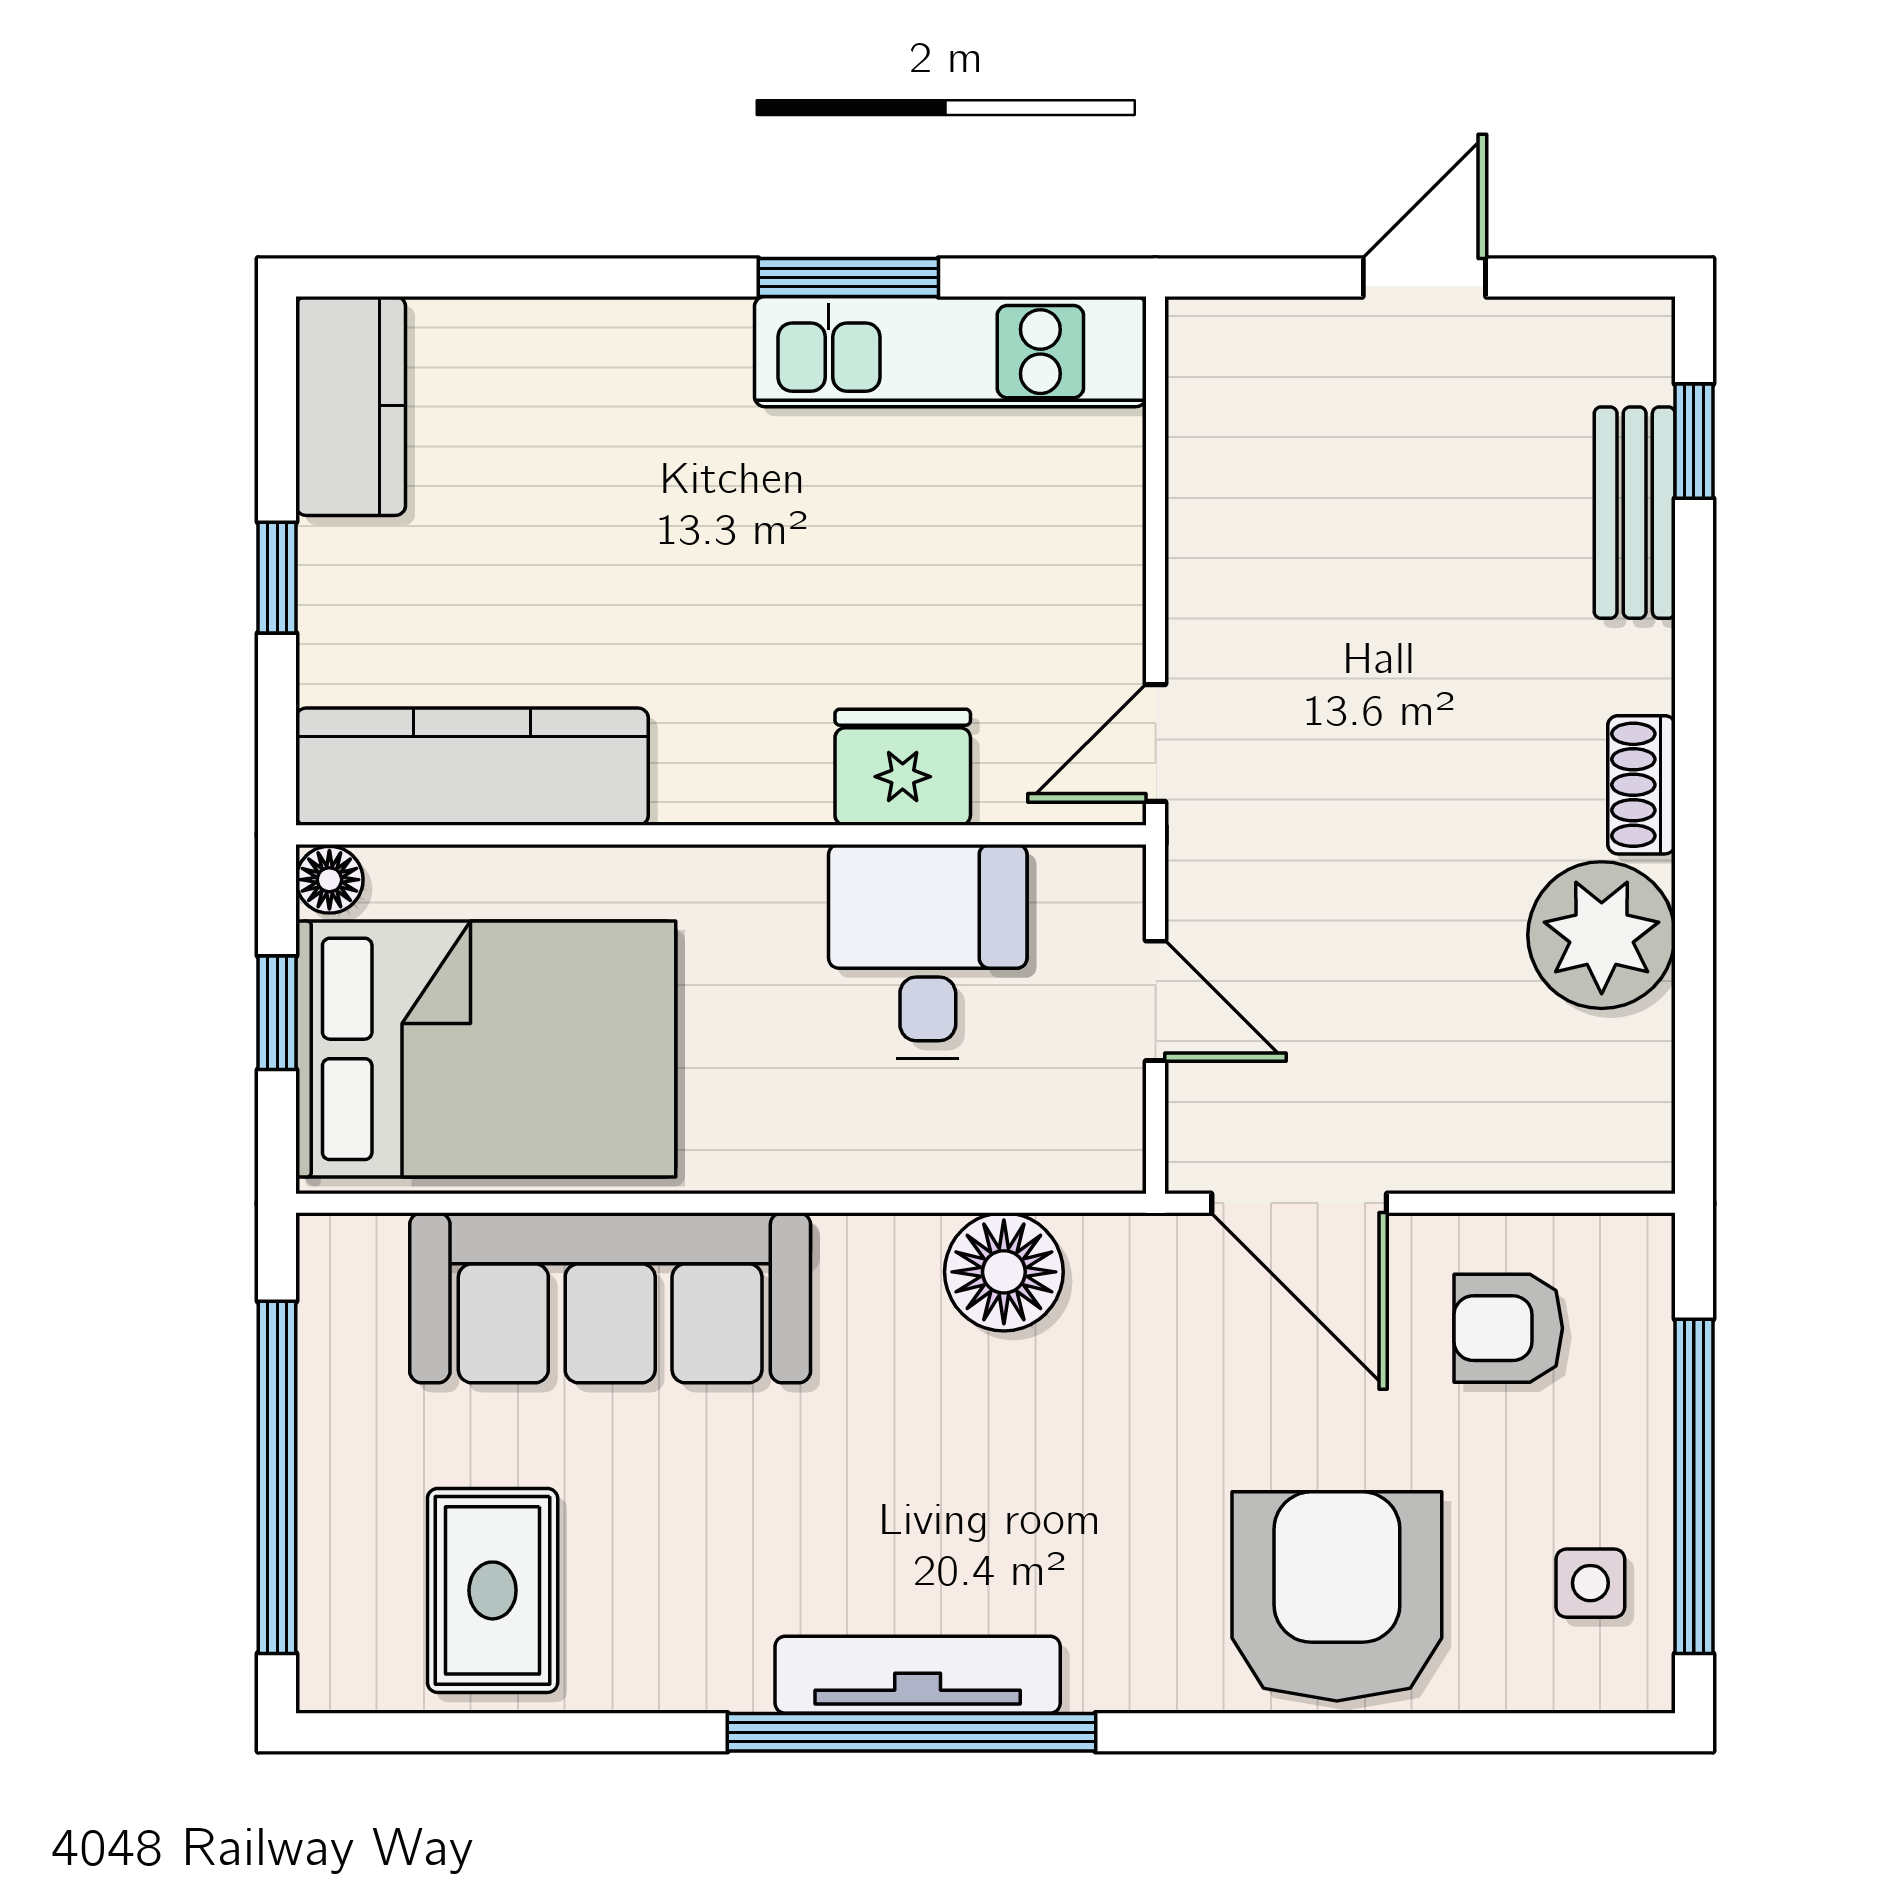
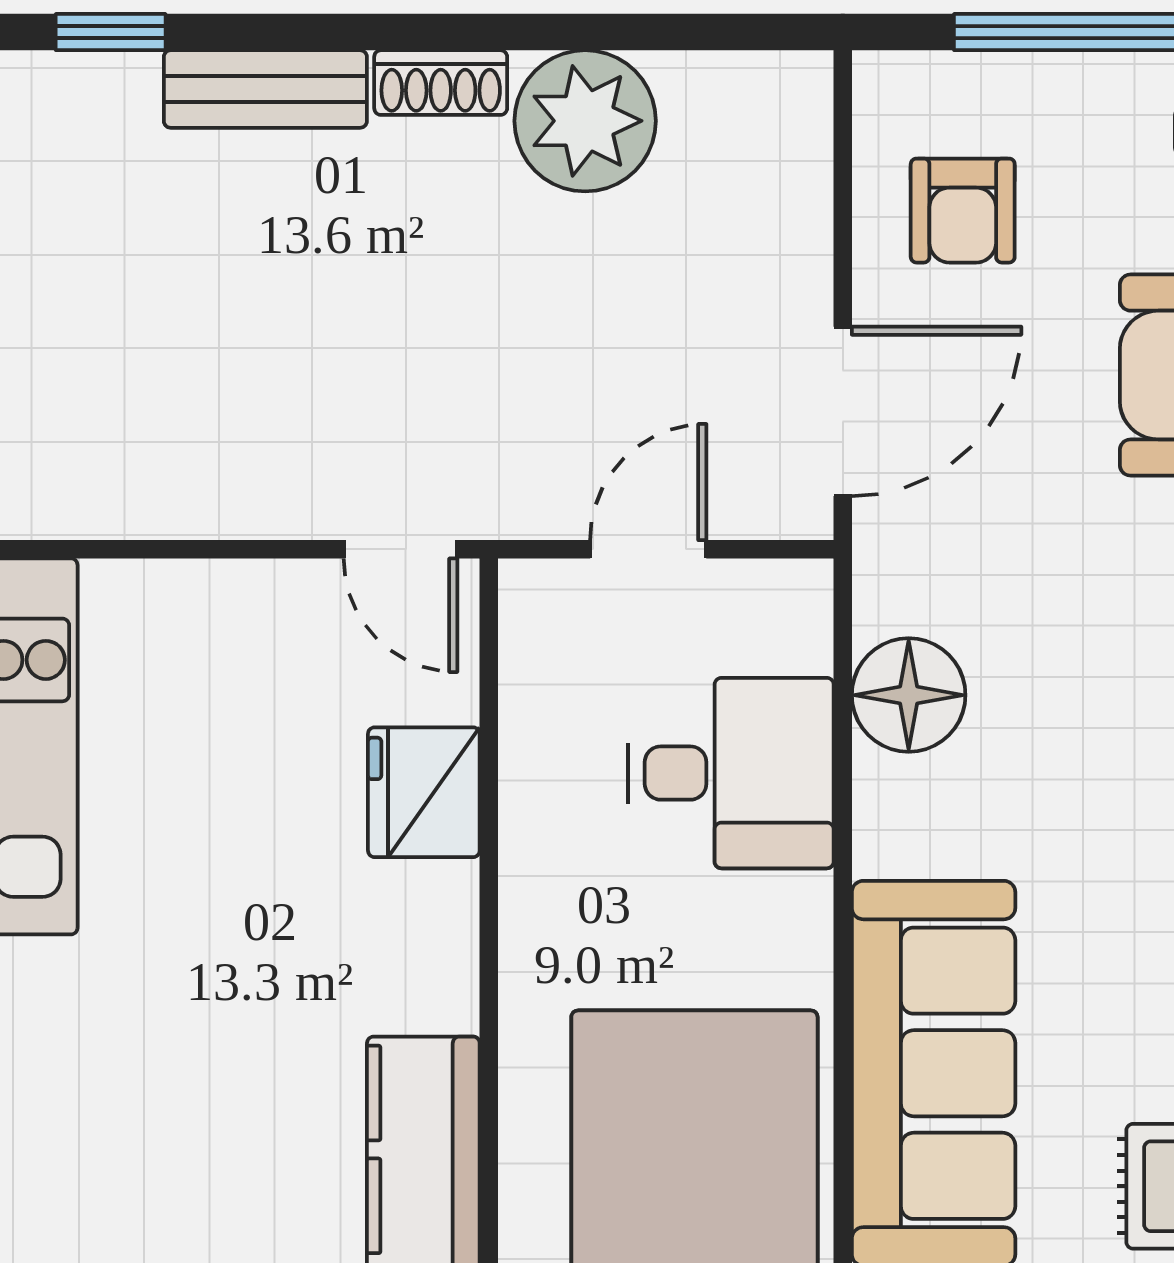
bench: (1635, 513) -> (265, 89), moved
desk: (928, 951) -> (731, 773), moved, turned 180

